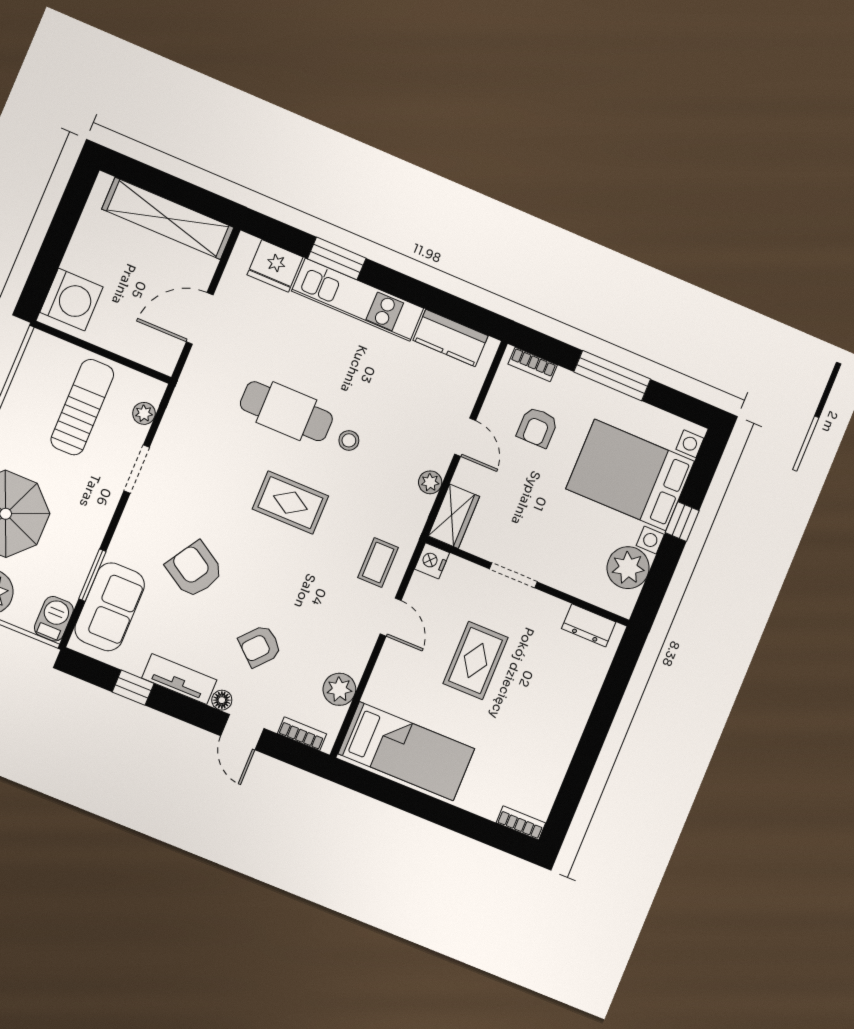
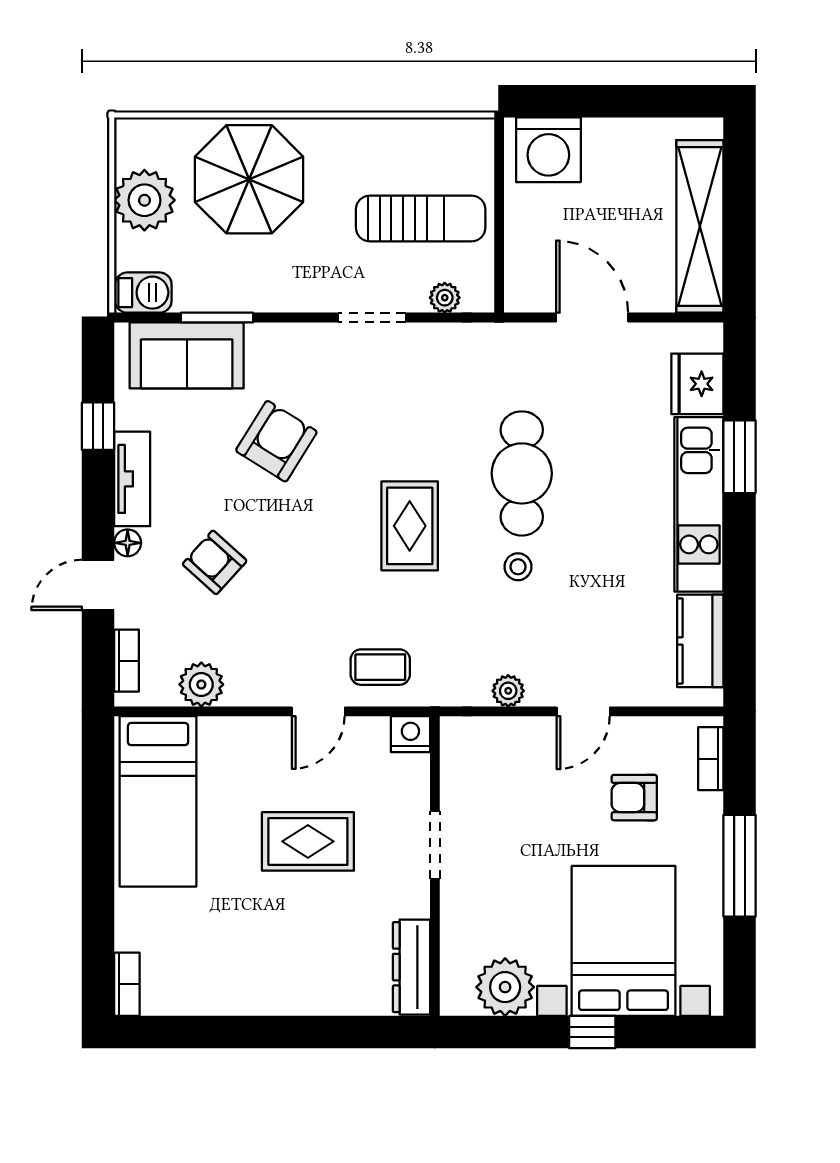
wardrobe: (454, 516) -> (478, 738), removed
dresser: (589, 625) -> (411, 967), width x1.44

